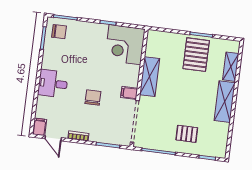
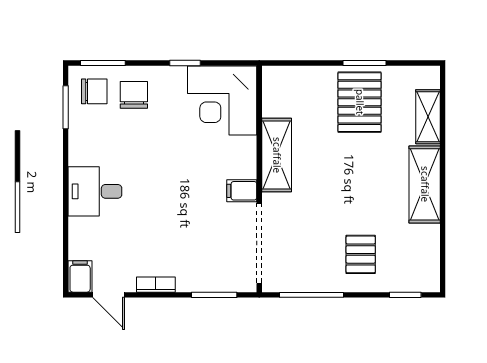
chair: (93, 97) -> (134, 95), moved
pallet: (187, 134) -> (361, 254), turned 90

